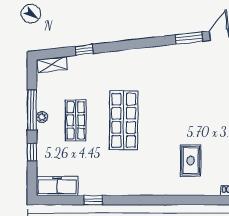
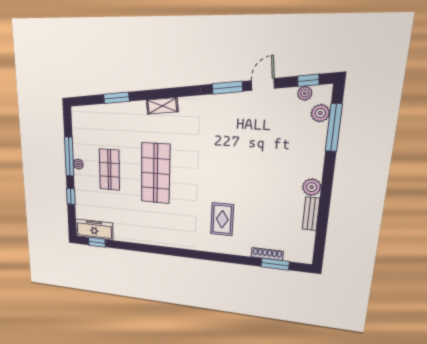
window: (84, 50) -> (116, 98), width x1.50
shelving: (52, 65) -> (162, 106), moved
window: (93, 200) -> (97, 242), moved

